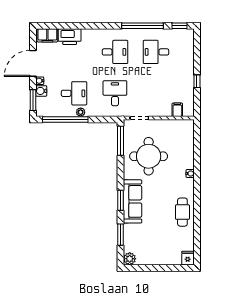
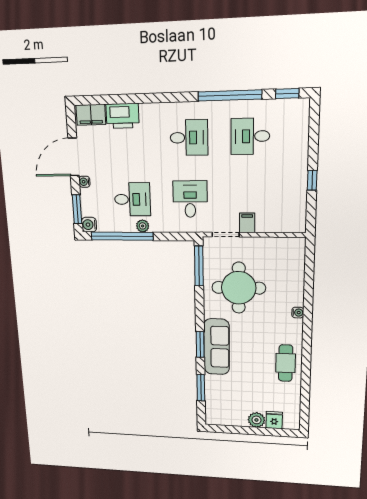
water cooler: (41, 91) -> (89, 225), moved
filing cabinet: (177, 110) -> (247, 223), moved
fridge: (188, 258) -> (274, 420), moved
plant: (130, 259) -> (256, 420), moved

